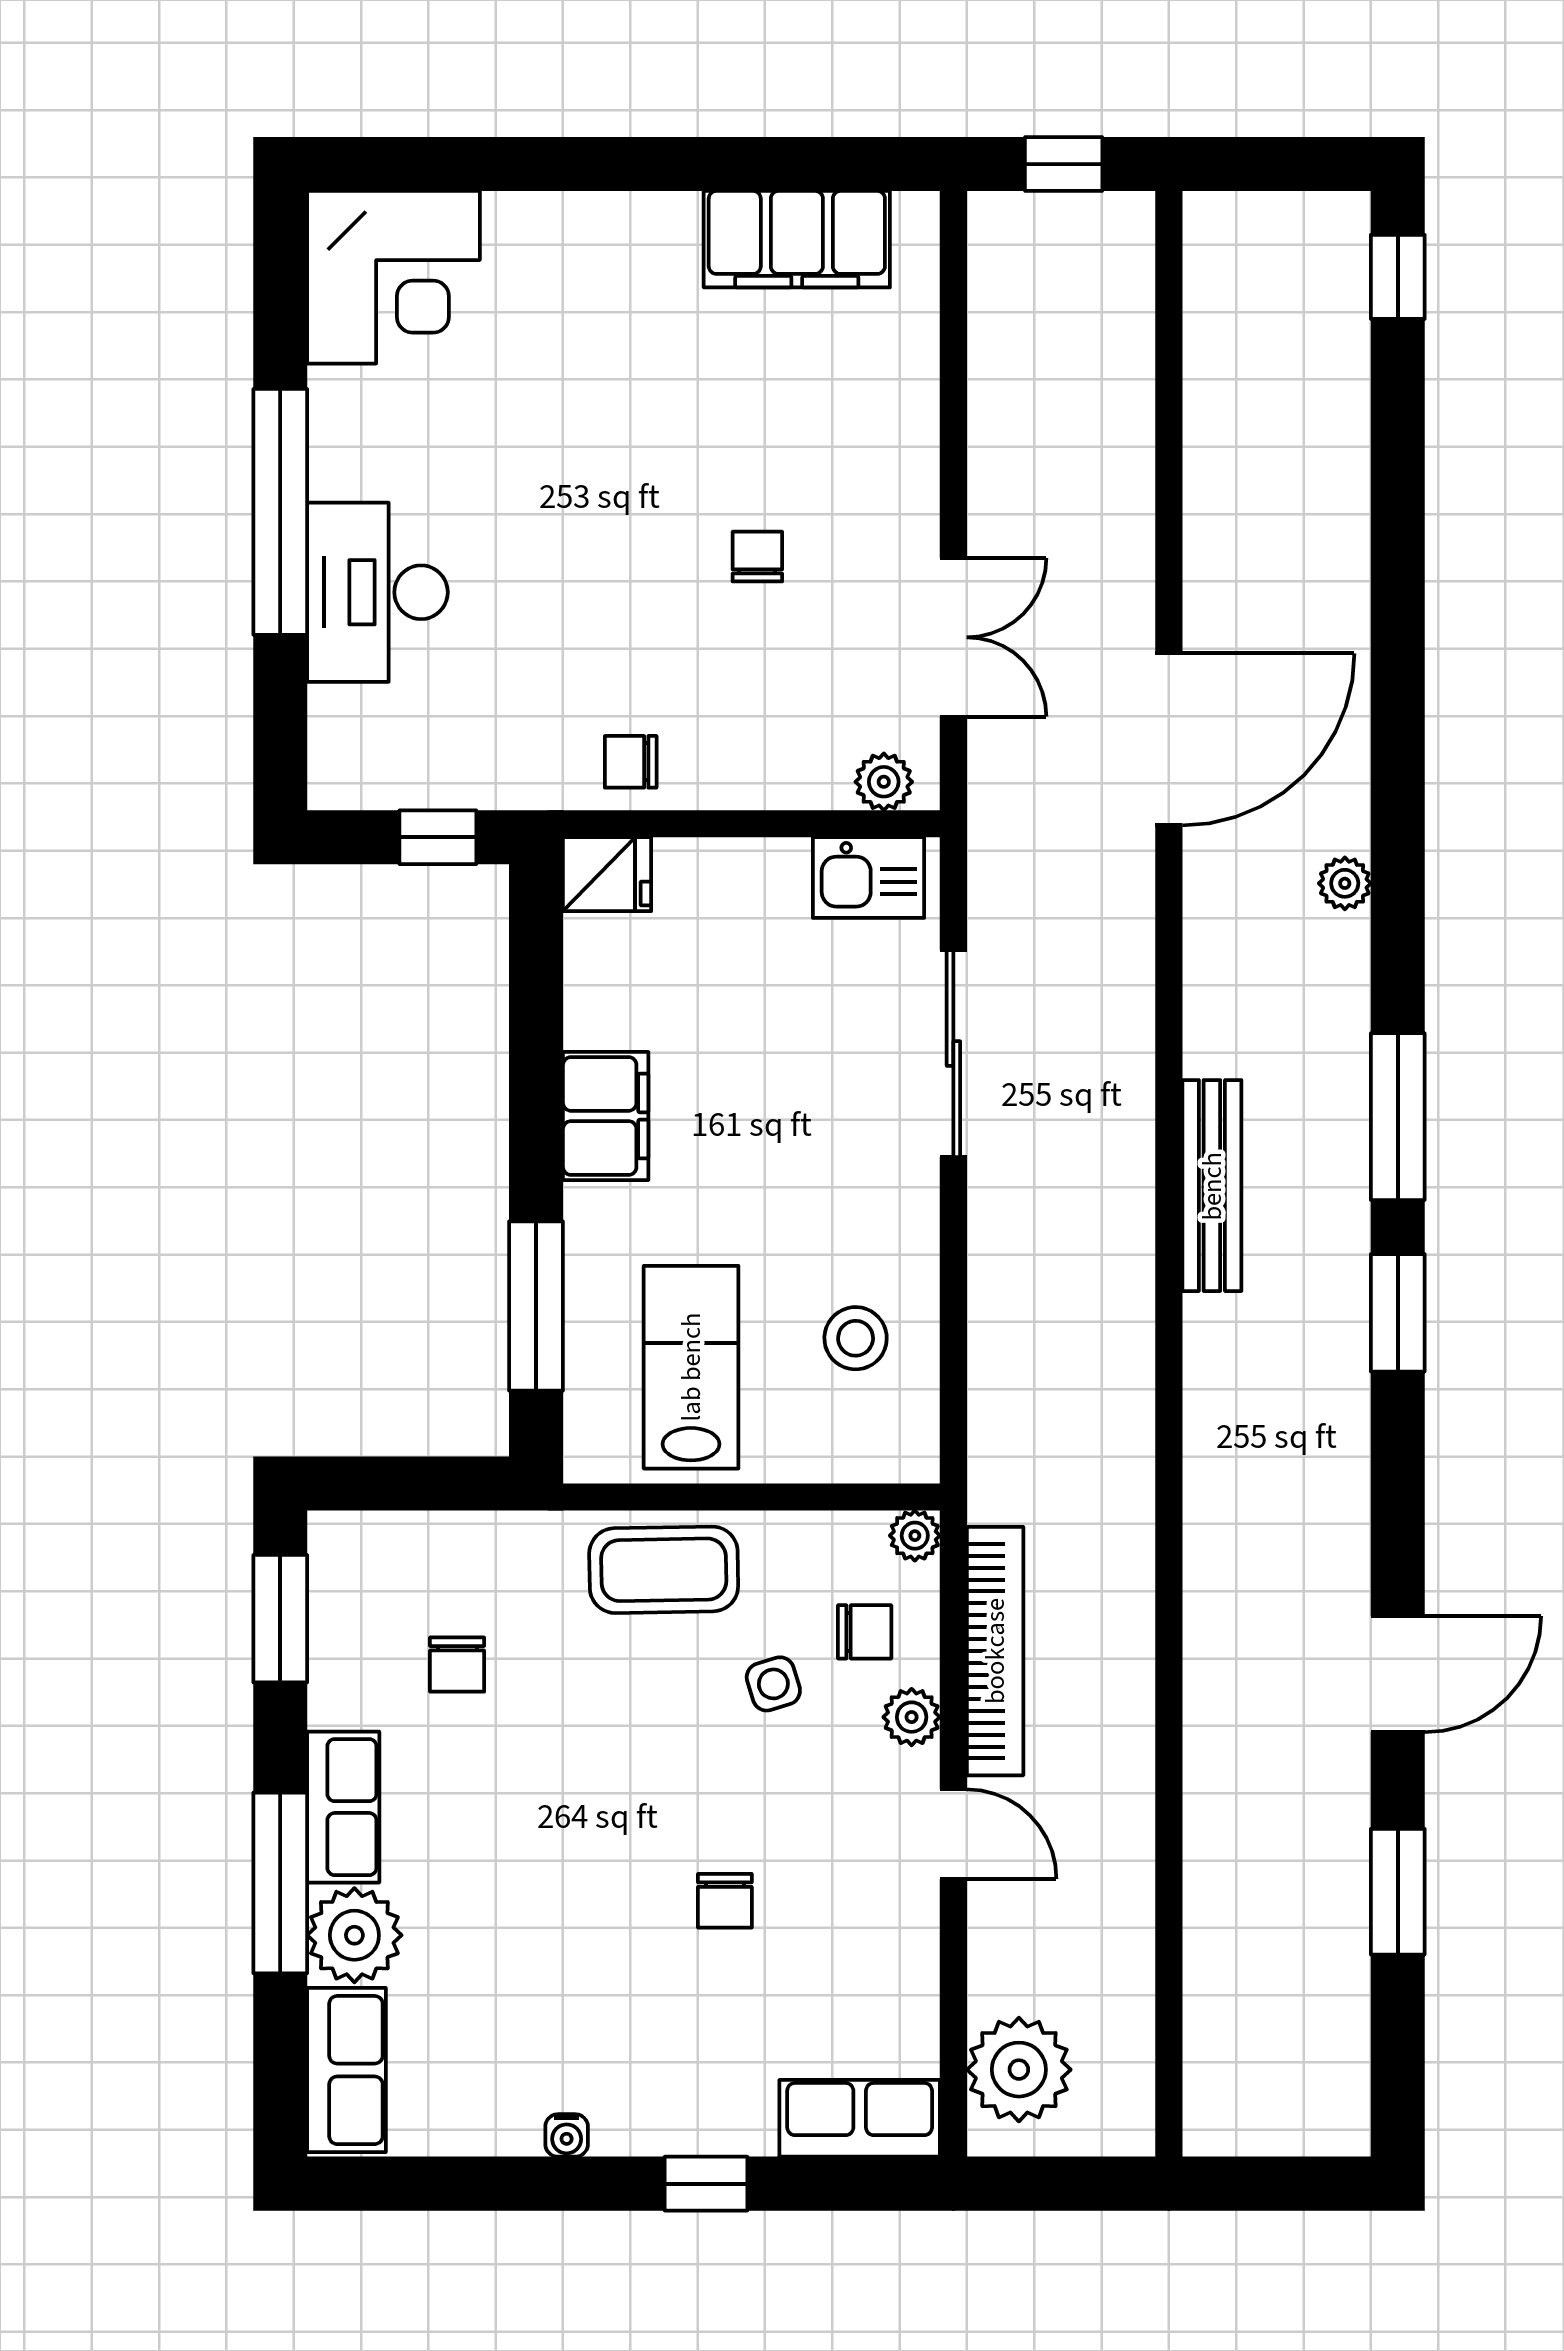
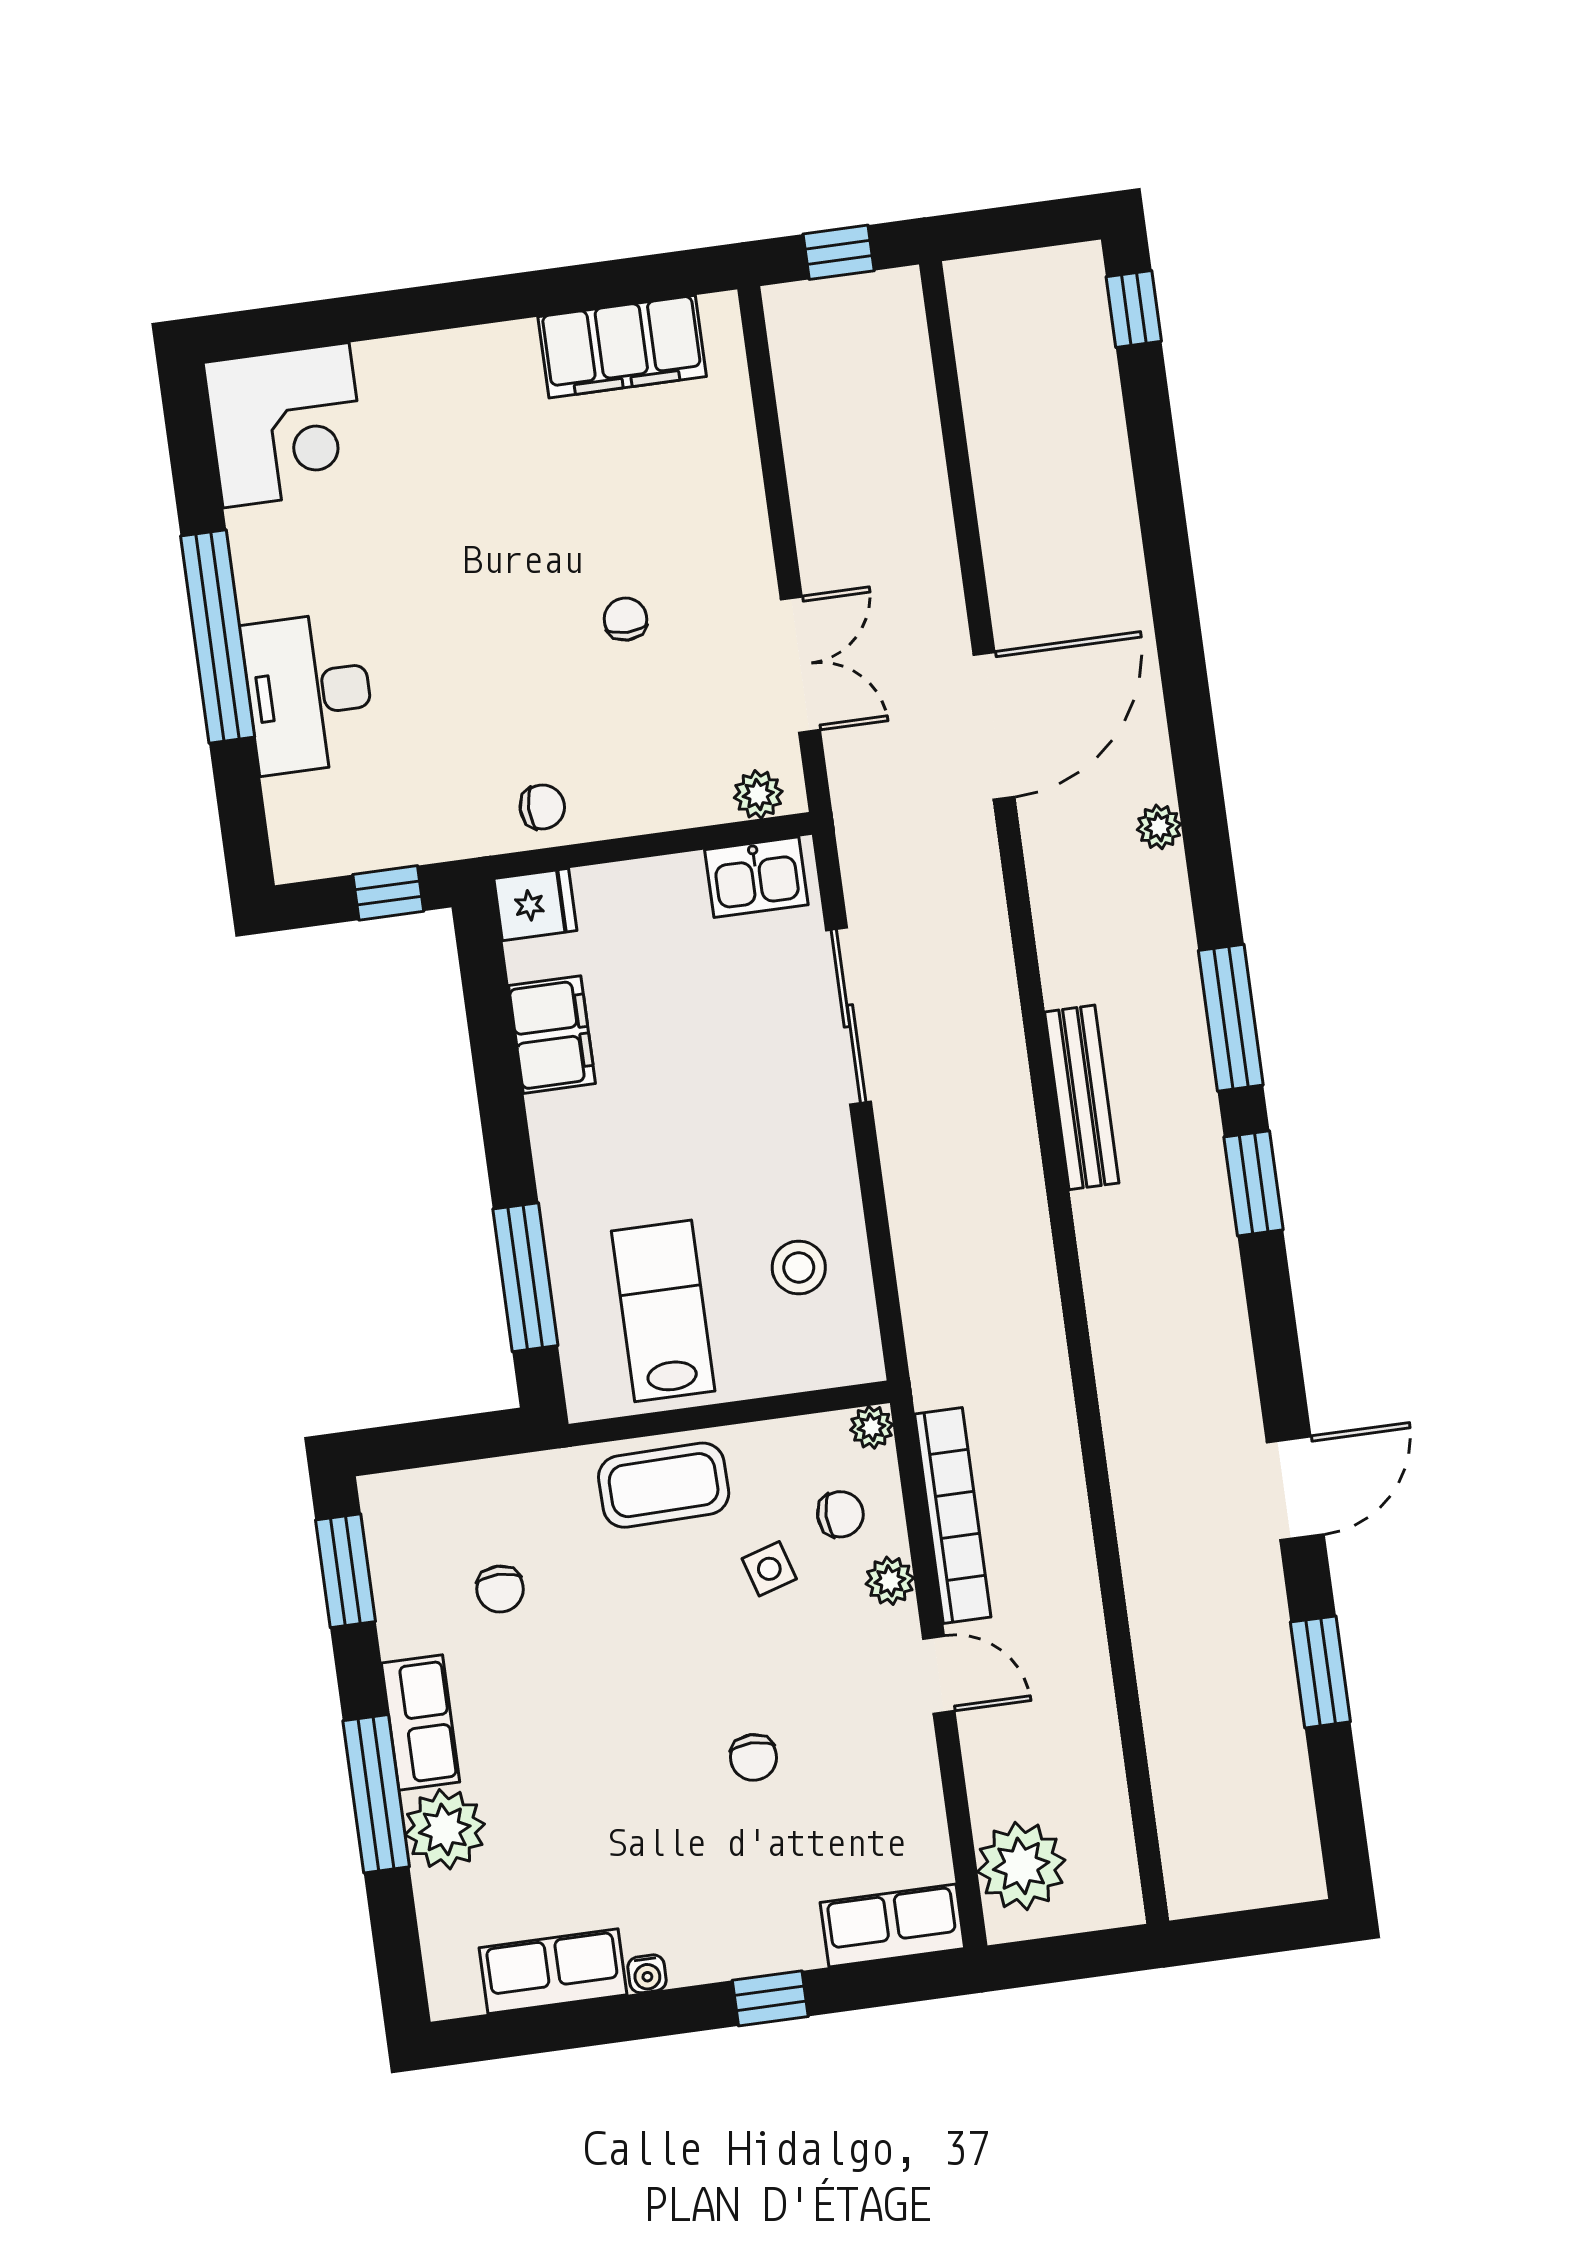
chair: (631, 762) -> (542, 807), turned 180
filing cabinet: (606, 1116) -> (552, 1035), moved
row of seats: (346, 2070) -> (553, 1971), moved, turned -90

